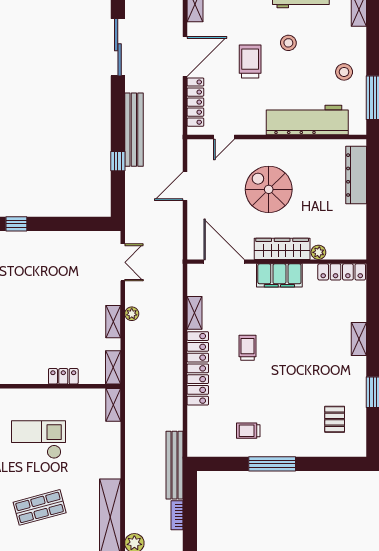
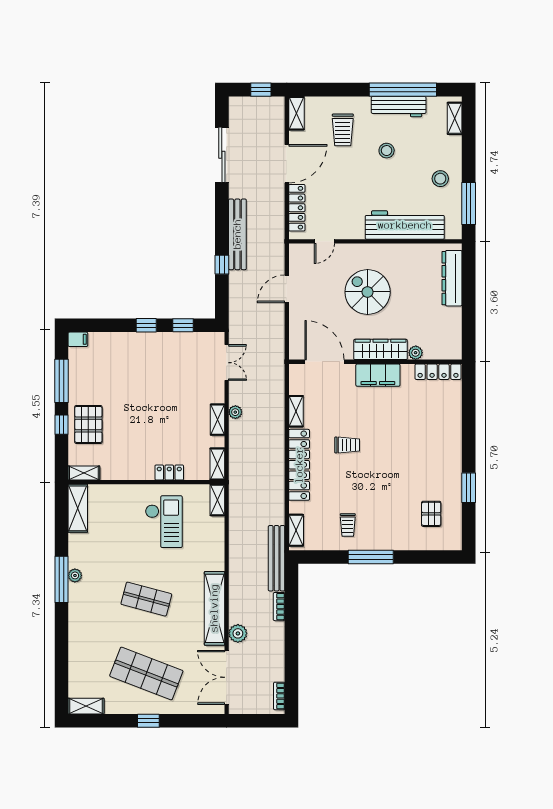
trolley: (250, 61) -> (343, 130), moved, turned 180
window: (16, 224) -> (146, 325), moved
window: (77, 224) -> (183, 325), added
shelving: (359, 339) -> (296, 530), moved
trolley: (248, 348) -> (347, 445), turned 90
trolley: (248, 431) -> (348, 525), turned -90
checkout: (38, 440) -> (164, 522), moved, turned 90
shop shelf: (40, 507) -> (146, 599), turned 30

